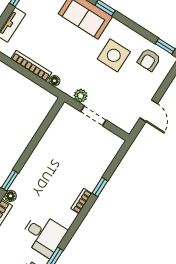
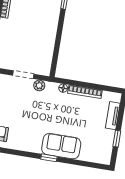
side table: (114, 55) -> (28, 126), removed

